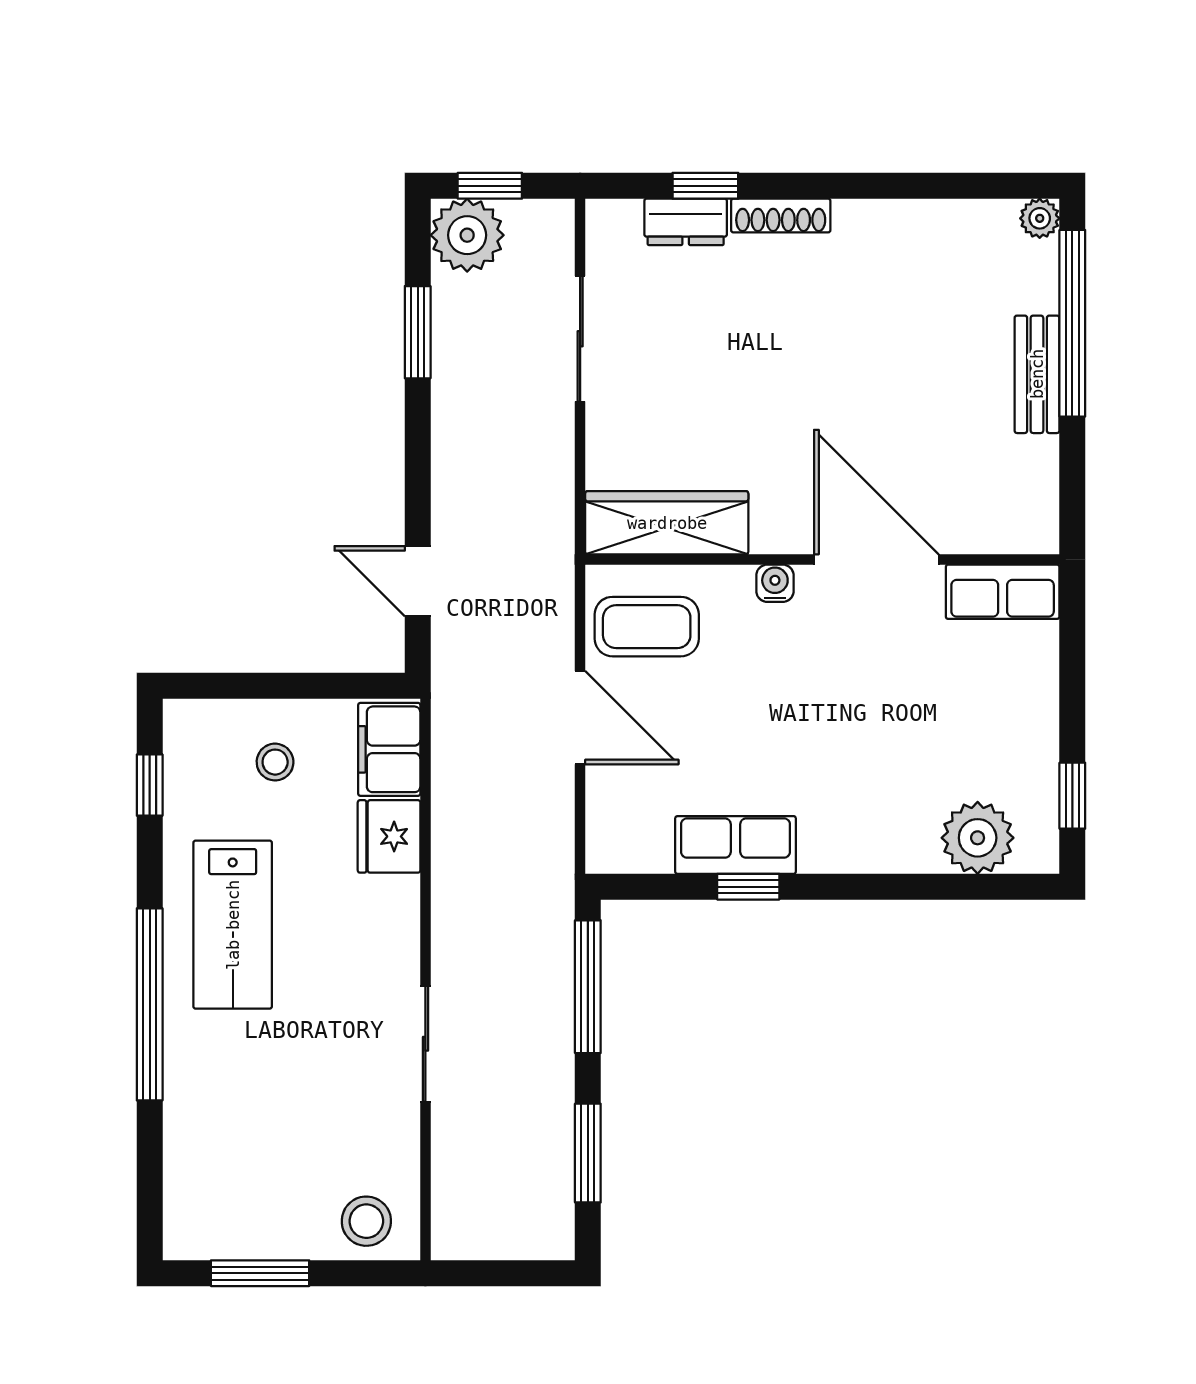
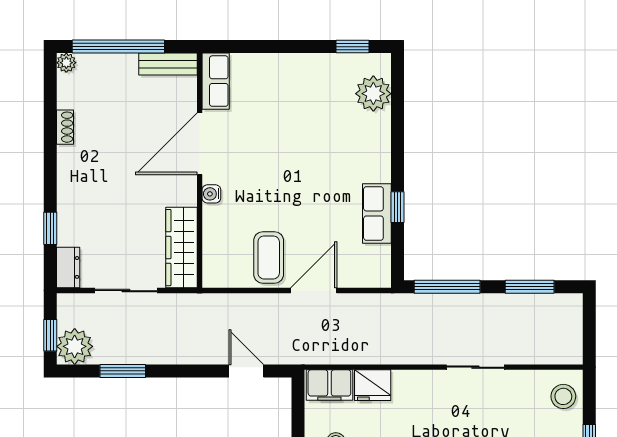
shoe rack: (781, 216) -> (65, 127), moved, width x0.70
dresser: (686, 222) -> (68, 267), moved
bench: (1037, 374) -> (168, 64), moved
wardrobe: (667, 523) -> (181, 248), moved
wall: (822, 559) -> (200, 170), moved
door: (876, 559) -> (200, 144), moved
door: (418, 581) -> (246, 371), swing flipped
water cooler: (775, 583) -> (211, 194), moved
row of seats: (1003, 592) -> (216, 81), moved

